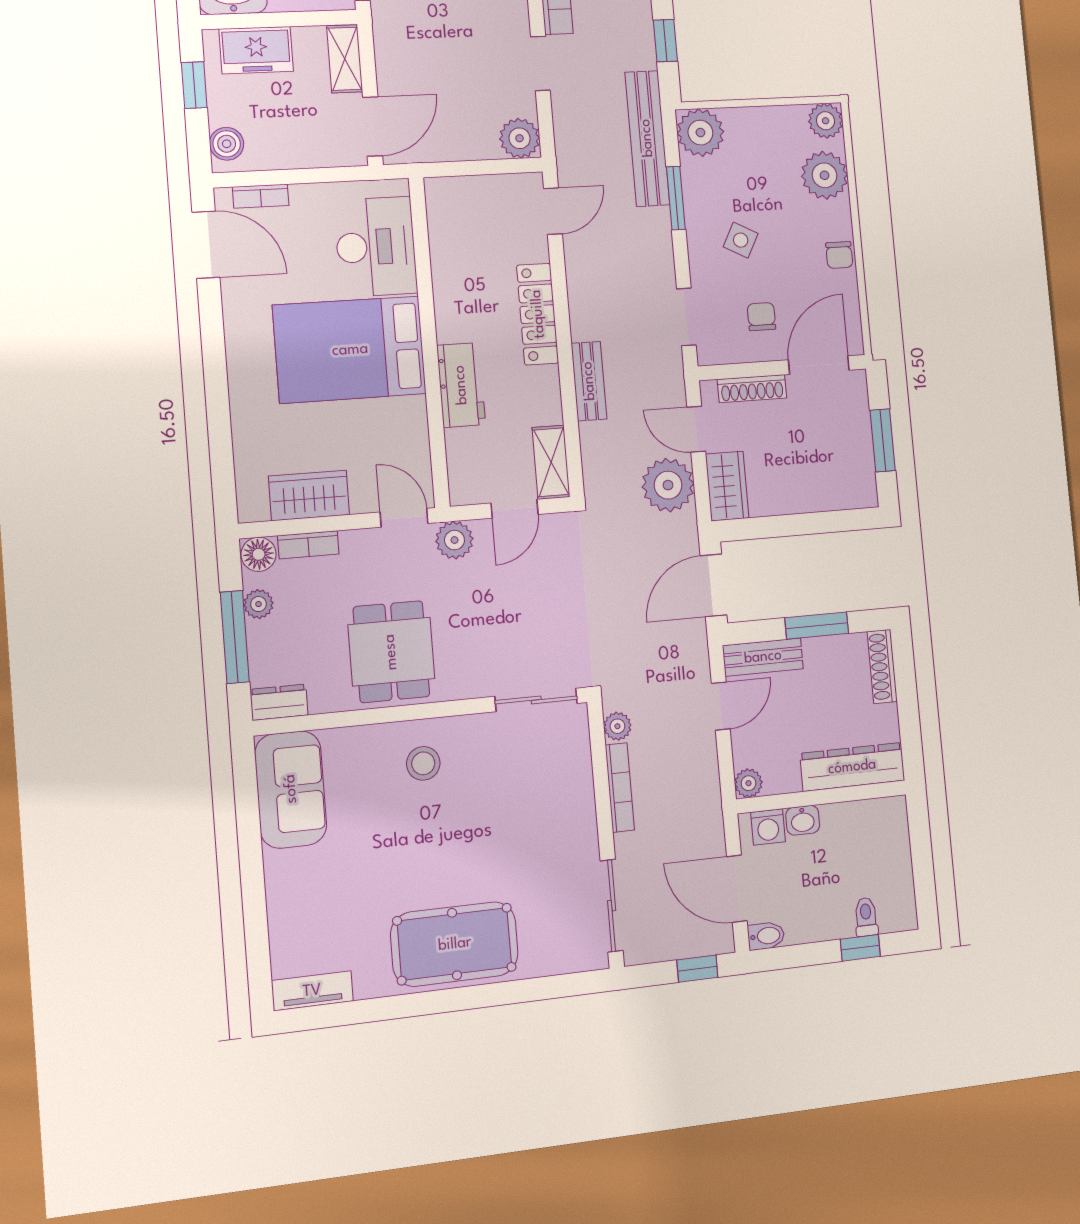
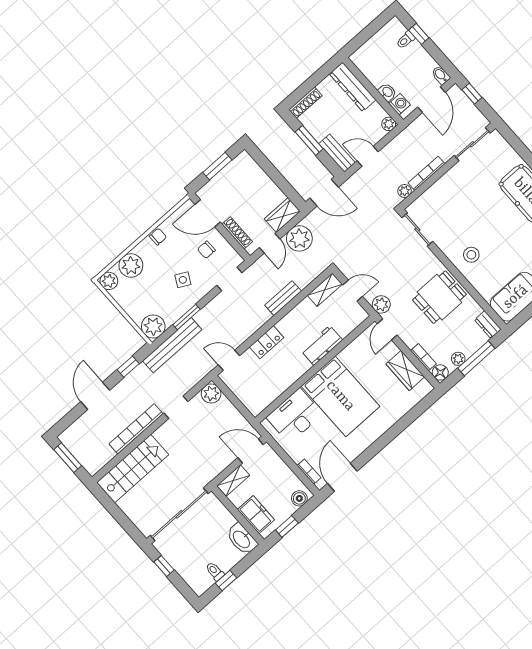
locker: (538, 314) -> (266, 342), width x0.66

